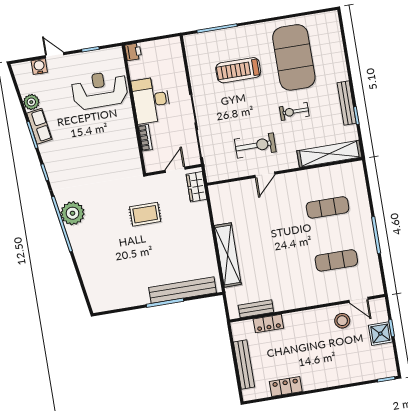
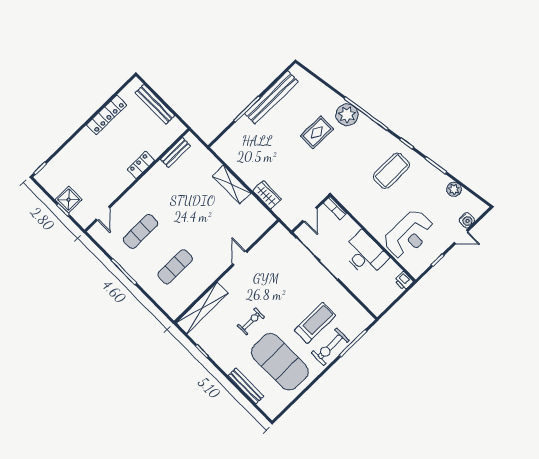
bench: (347, 103) -> (246, 386), moved
row of seats: (39, 126) -> (435, 175), removed
bookcase: (145, 138) -> (335, 208), moved
exercise bike: (255, 145) -> (330, 347), moved
coffee table: (75, 158) -> (391, 171), added
wardrobe: (196, 187) -> (267, 195), moved
plant: (73, 213) -> (347, 115), moved
rug: (145, 214) -> (317, 132), moved
shelving: (228, 255) -> (232, 185), width x0.68
bench: (183, 290) -> (271, 97), moved
door: (358, 300) -> (103, 213), swing flipped
stool: (342, 321) -> (104, 189), removed
locker: (268, 324) -> (141, 165), moved
locker: (286, 387) -> (107, 115), width x1.53

